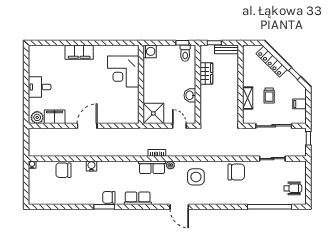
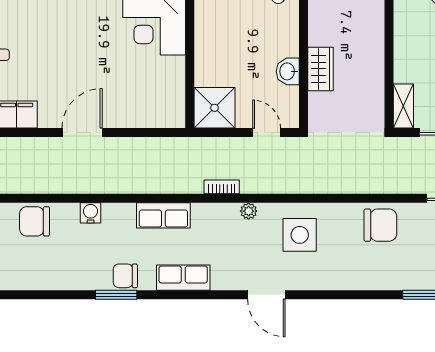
wardrobe: (206, 73) -> (321, 69), moved
shelving: (248, 98) -> (403, 106), moved
row of seats: (152, 167) -> (163, 215), moved

